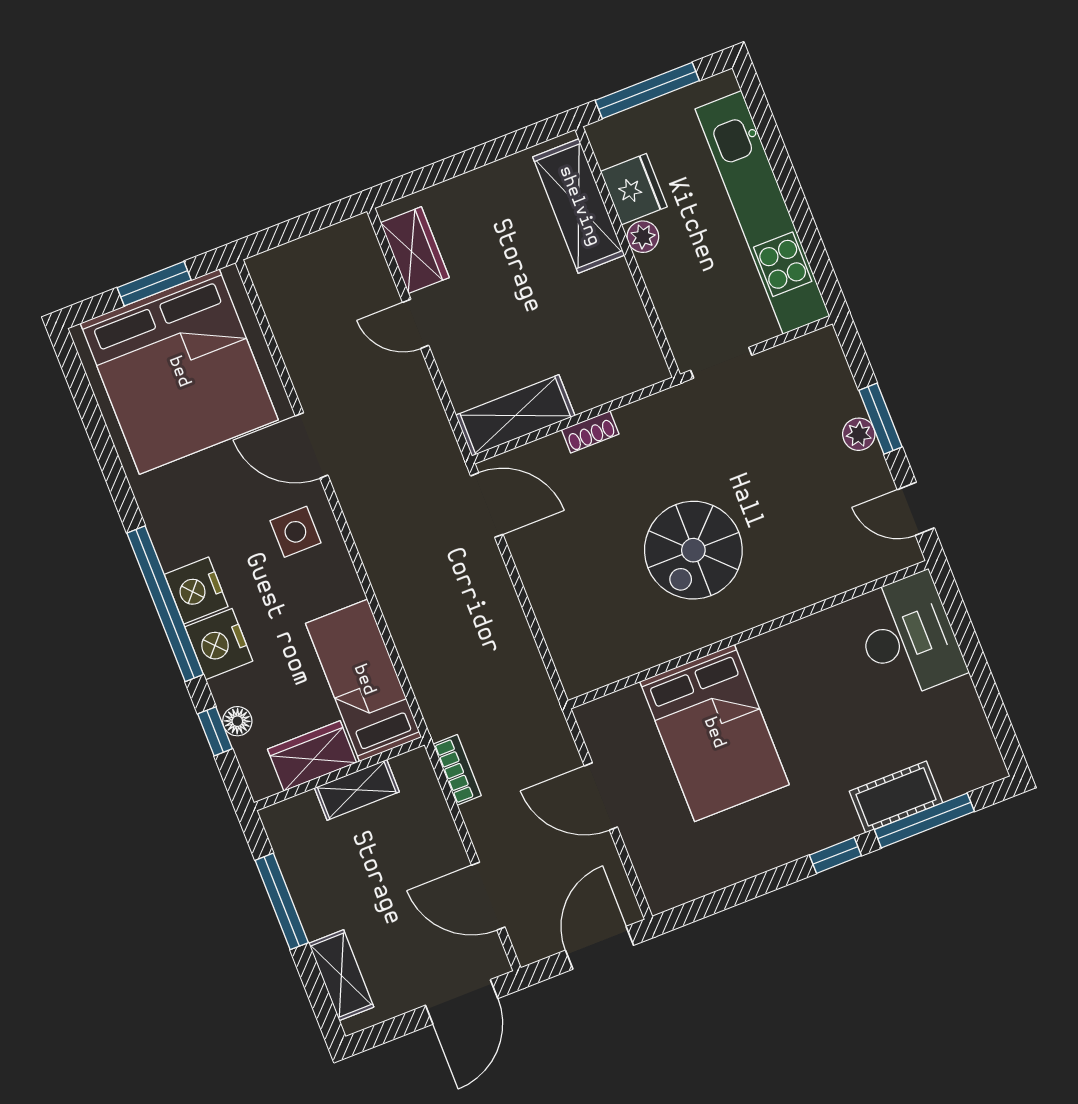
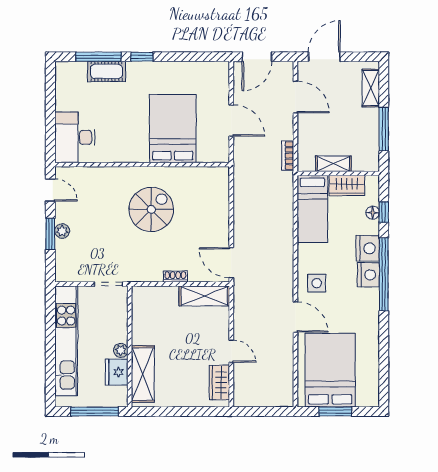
bed: (179, 372) -> (330, 370), width x0.73

